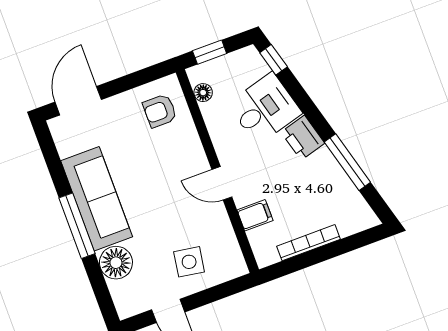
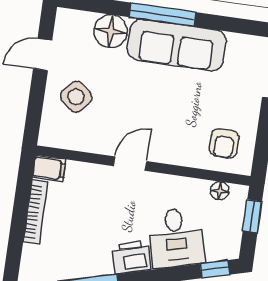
armchair: (160, 111) -> (224, 144), turned 180
filing cabinet: (255, 215) -> (49, 169), moved, turned -90
side table: (189, 262) -> (76, 97), turned 32

